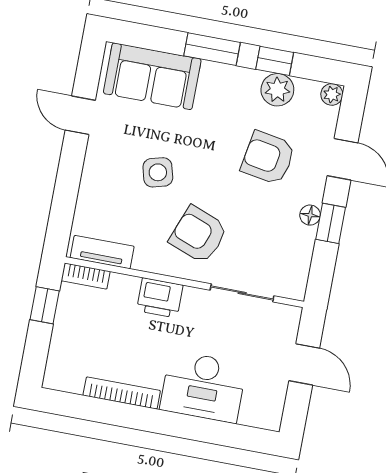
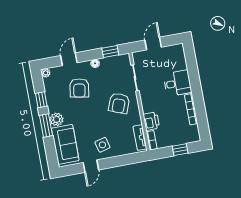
plant: (277, 90) -> (57, 119), moved
side table: (158, 172) -> (102, 145), moved
window: (331, 223) -> (110, 52), moved
printer: (160, 298) -> (151, 121), moved
window: (45, 305) -> (180, 150), moved
desk: (203, 387) -> (177, 83), width x0.73

